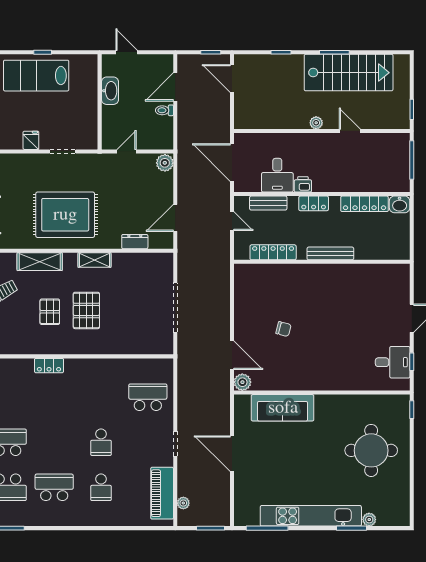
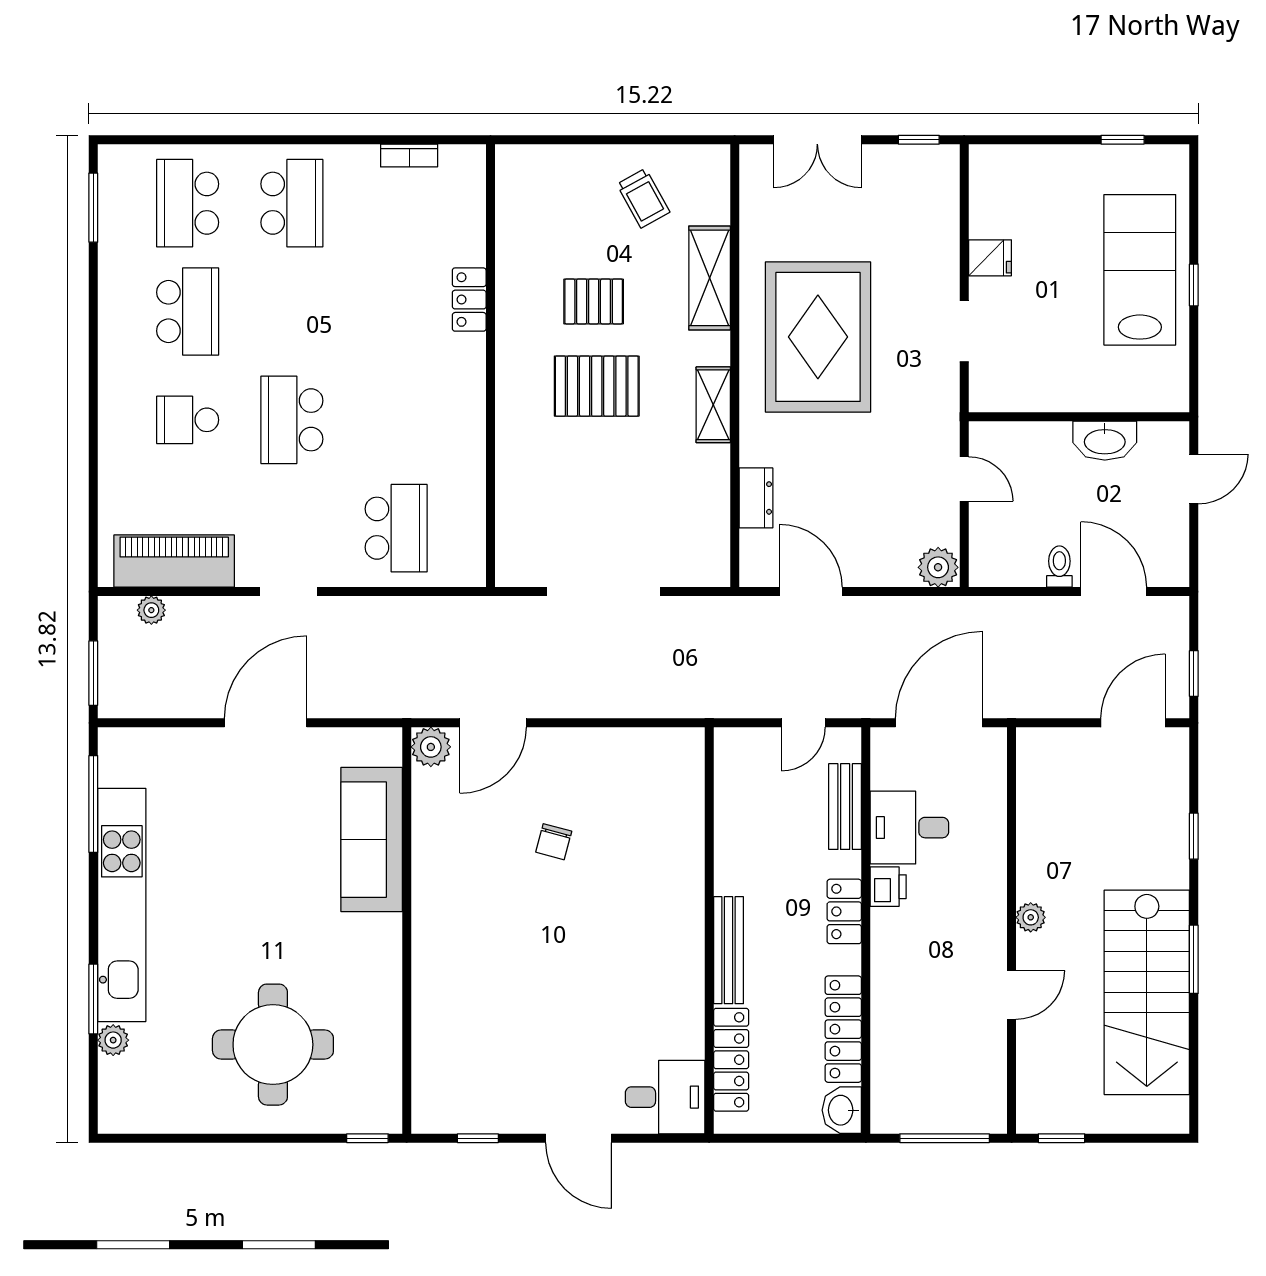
locker: (273, 252) -> (731, 1060), moved
desk: (393, 362) -> (665, 1097), moved, turned -90
school desk: (101, 442) -> (292, 420), width x1.85

